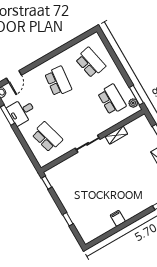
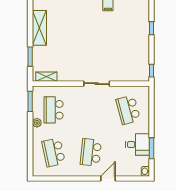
door: (14, 77) -> (108, 179), moved
plant: (133, 103) -> (37, 123), moved
shelving: (116, 135) -> (46, 77), moved

